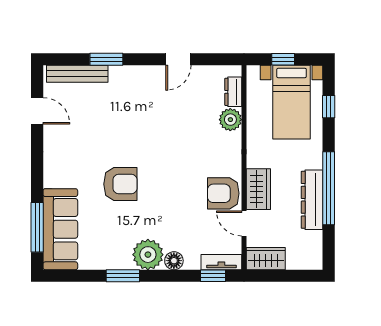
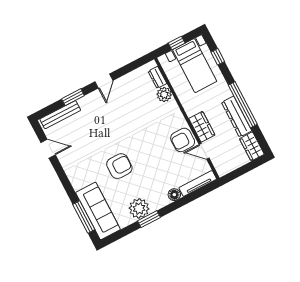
door: (178, 59) -> (104, 81), moved
plant: (148, 255) -> (139, 208), moved
wardrobe: (266, 259) -> (252, 146), moved, turned -90
tv unit: (221, 262) -> (198, 183), width x1.41
window: (213, 276) -> (202, 192), removed

